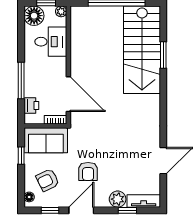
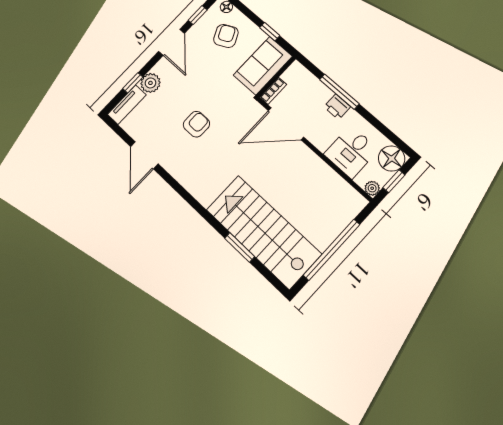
printer: (31, 105) -> (337, 107), moved
armchair: (88, 171) -> (196, 124), moved, turned 90

